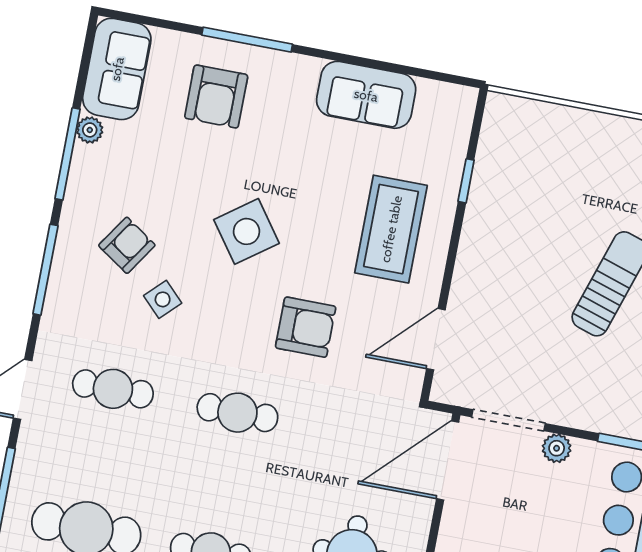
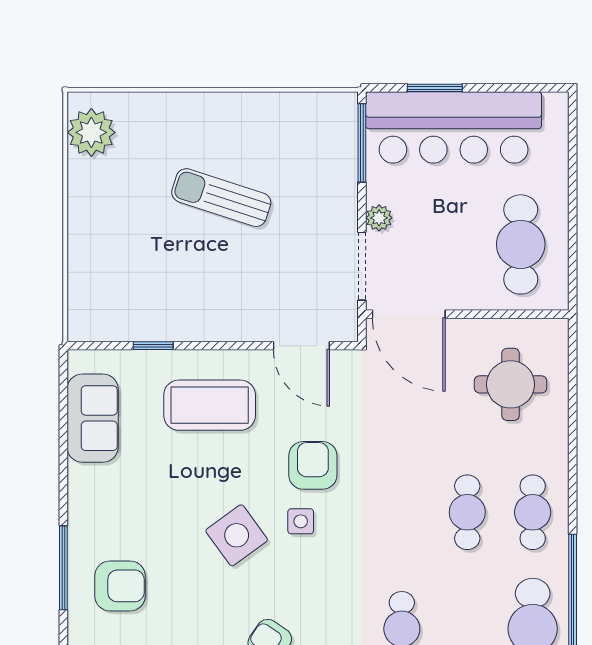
sofa: (366, 95) -> (93, 418), moved
side table: (163, 299) -> (301, 521), moved, turned 45
cafe table: (237, 413) -> (467, 512), moved

